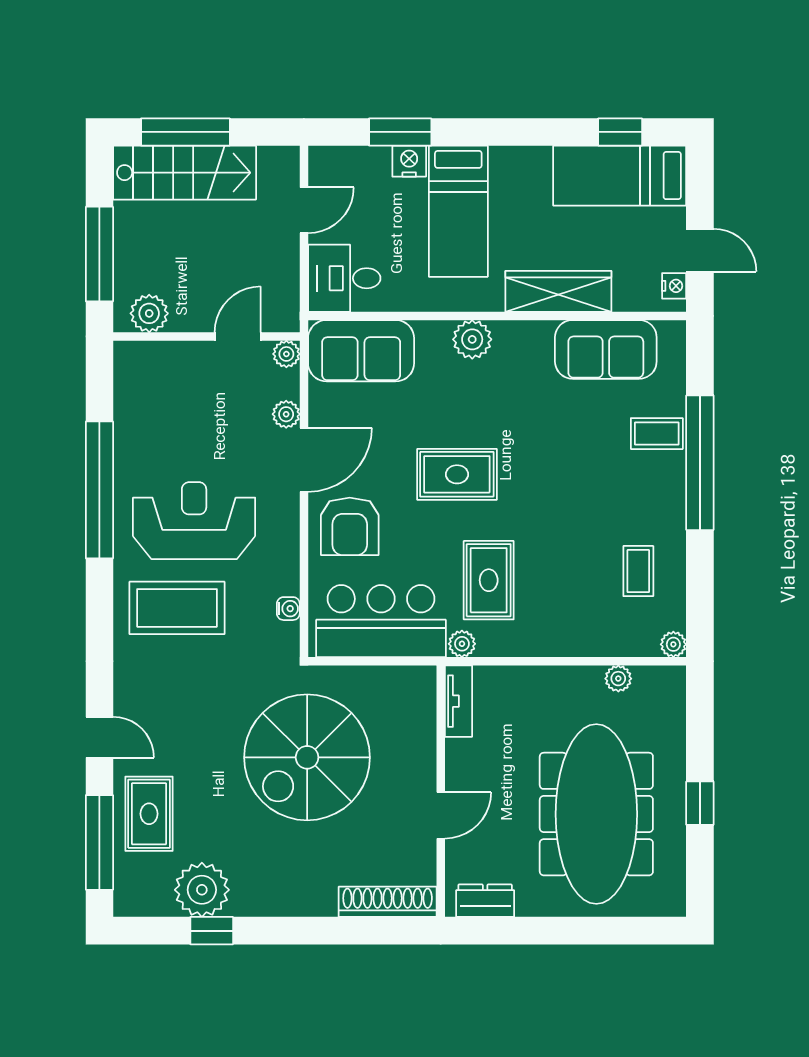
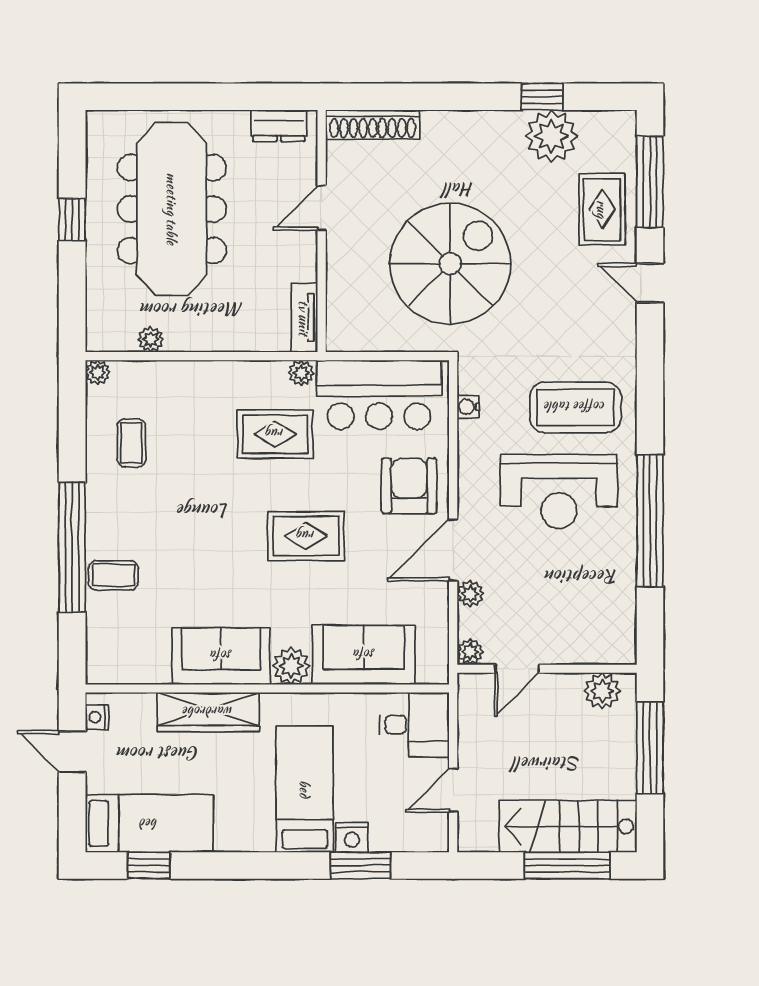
sofa: (606, 349) -> (221, 656), moved
sofa: (361, 351) -> (364, 655), moved
rug: (489, 580) -> (275, 434), turned 90

